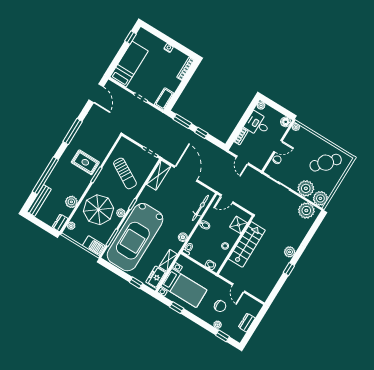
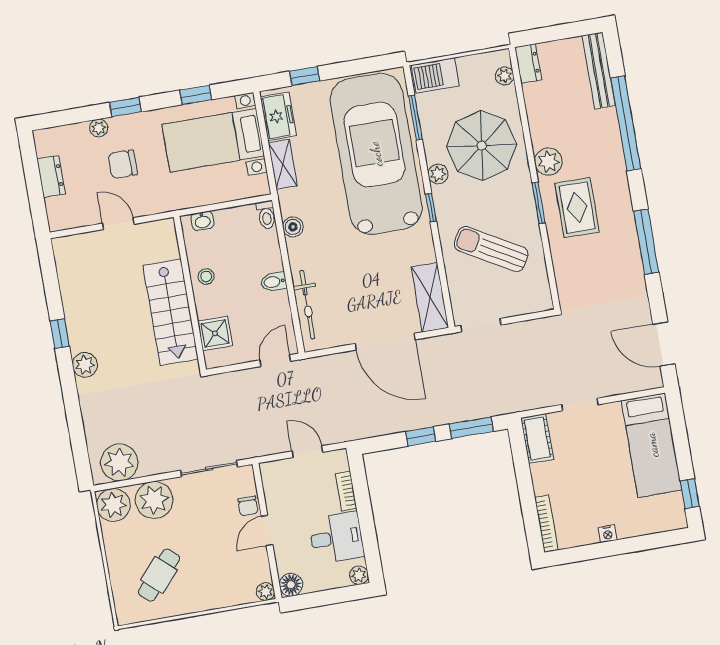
rug: (85, 162) -> (577, 207), turned 90
cafe table: (326, 163) -> (159, 575), width x0.73, depth x0.74
plant: (71, 202) -> (548, 162), moved
window: (222, 336) -> (125, 107), moved

